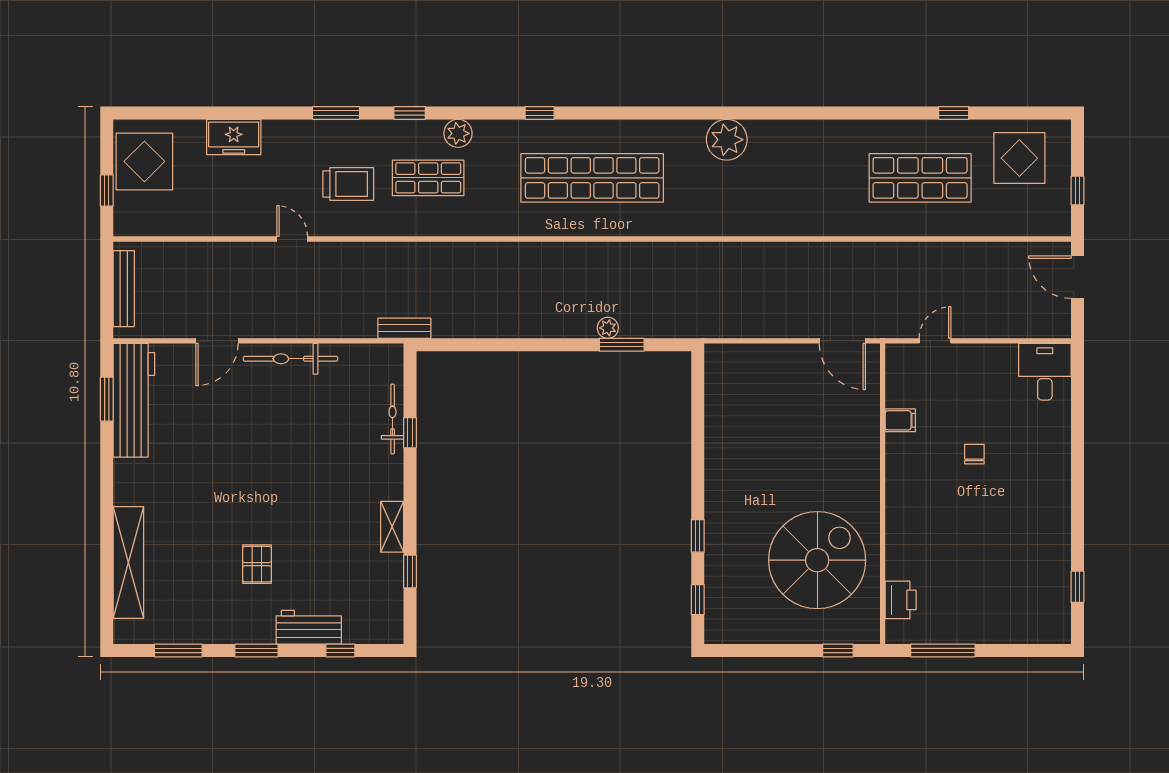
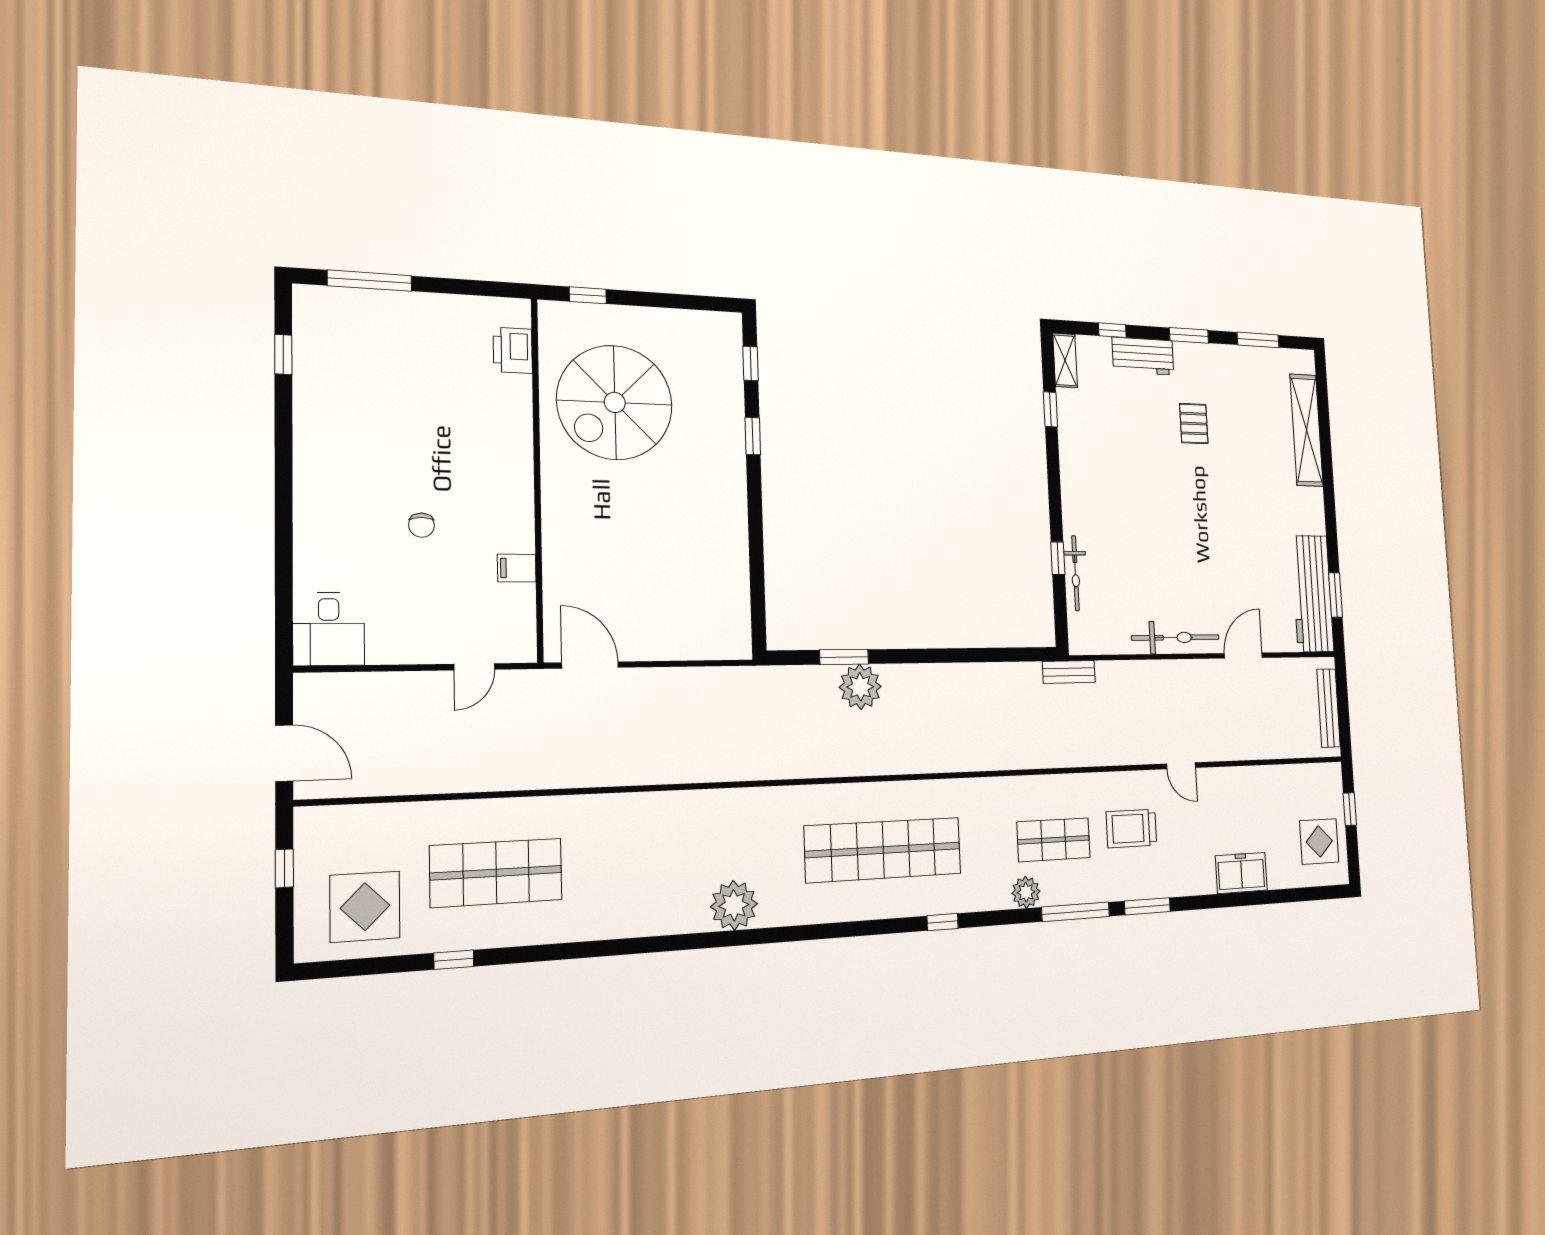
window: (410, 113) -> (1076, 912), width x2.17
display table: (144, 161) -> (1319, 841), width x0.73, depth x0.73
plant: (608, 328) -> (860, 687), width x1.87, depth x1.87
shelving: (392, 527) -> (1065, 360), moved
window: (943, 650) -> (370, 281), moved

